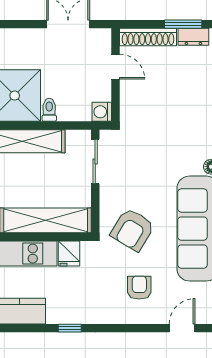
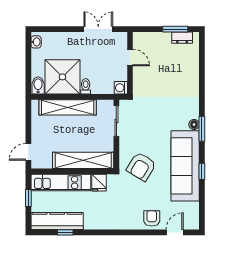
shoe rack: (148, 37) -> (152, 38), removed
armchair: (139, 288) -> (152, 218), moved
window: (70, 328) -> (65, 232), moved

